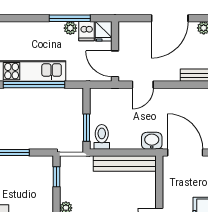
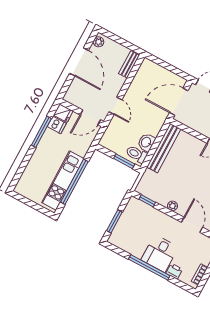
plant: (70, 28) -> (48, 135), removed
washbasin: (152, 141) -> (146, 142), moved

